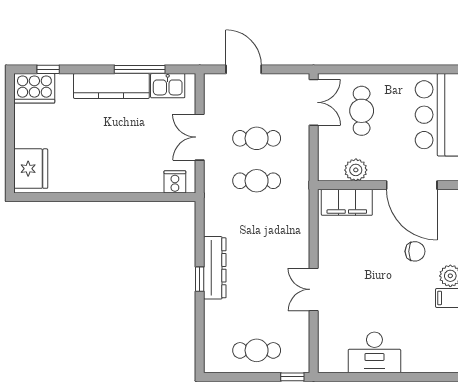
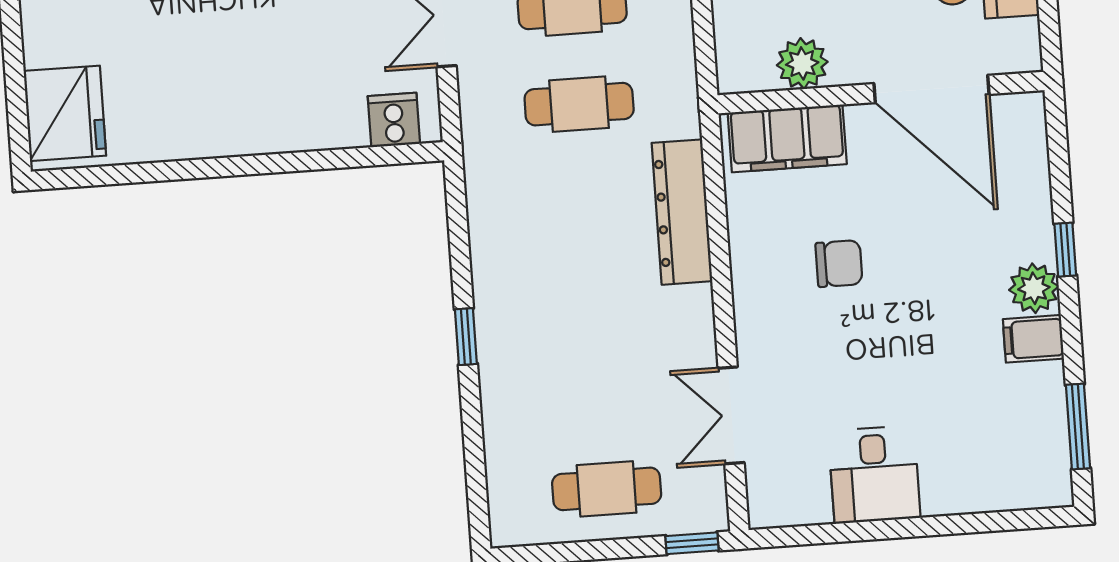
chair: (415, 251) -> (839, 264), moved
dresser: (215, 268) -> (682, 212), moved, turned 180
double door: (314, 289) -> (731, 415), moved
desk: (374, 352) -> (874, 474), width x0.73

